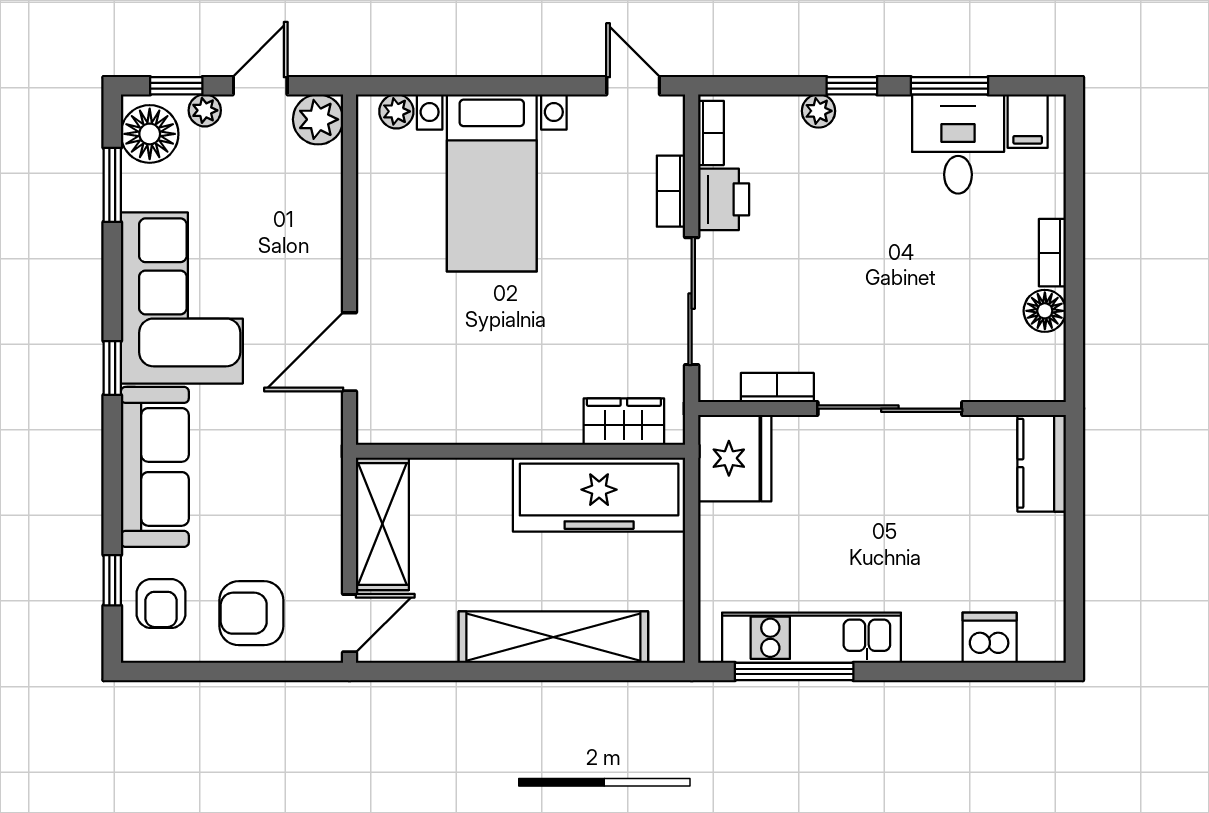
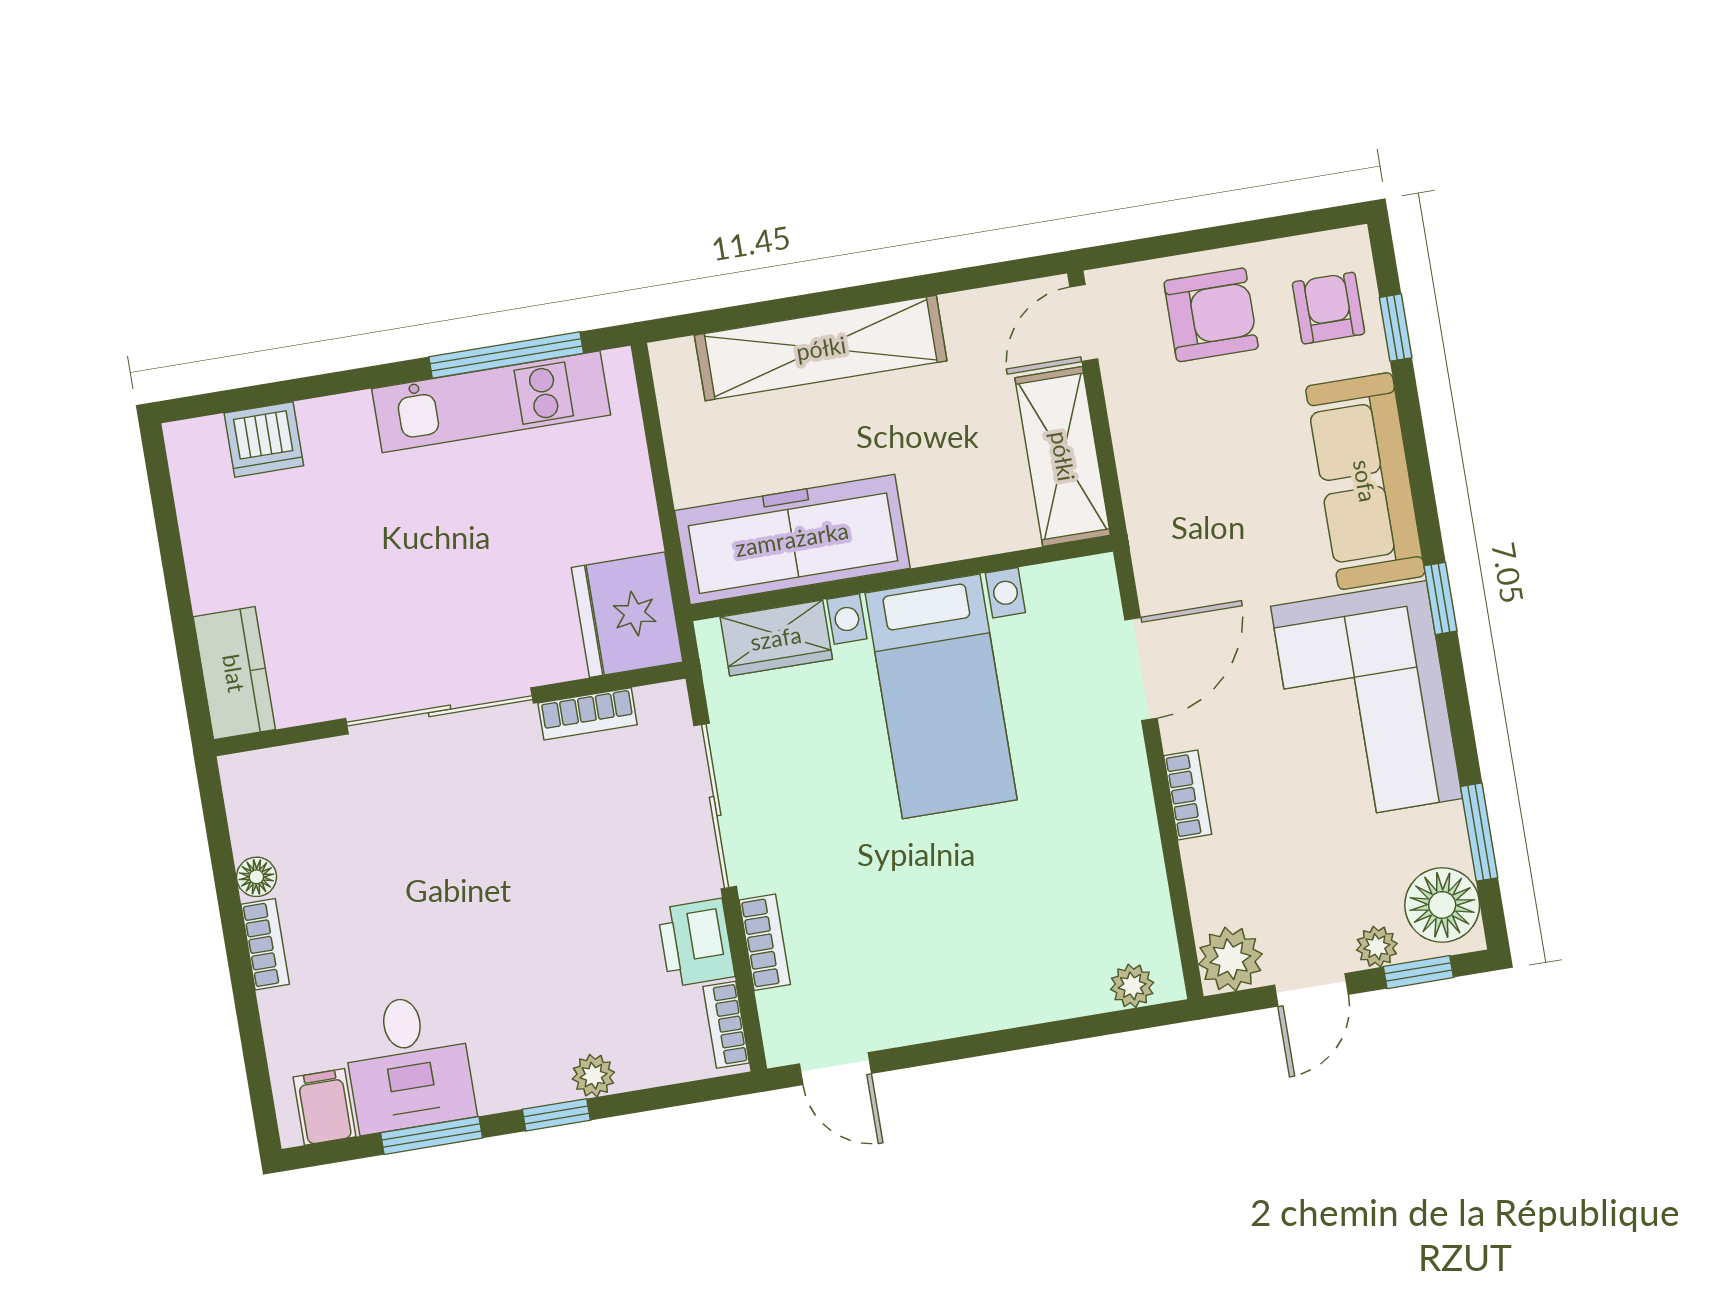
bed with nightstands: (492, 183) -> (941, 696), moved, turned 180
bookcase: (330, 250) -> (1188, 795), added
floor lamp: (1045, 311) -> (256, 877), width x0.73, depth x0.73

